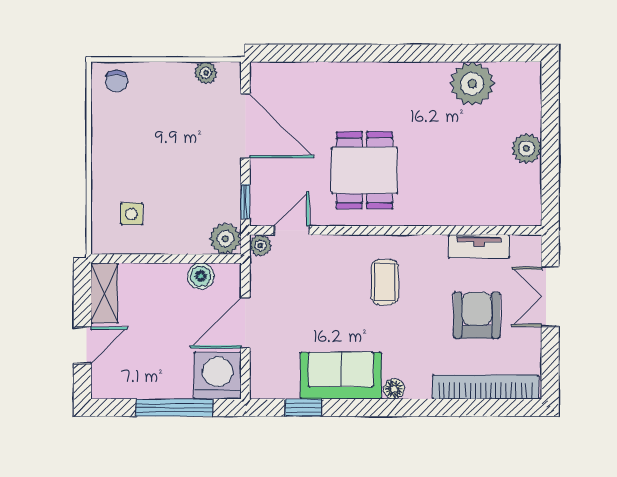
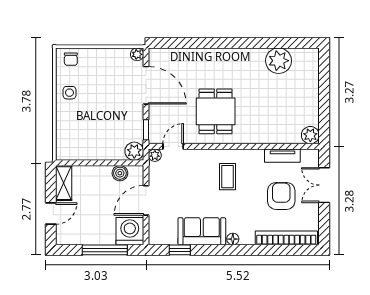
plant: (206, 73) -> (137, 54), moved
plant: (527, 148) -> (310, 135), moved
side table: (132, 214) -> (69, 93), moved

